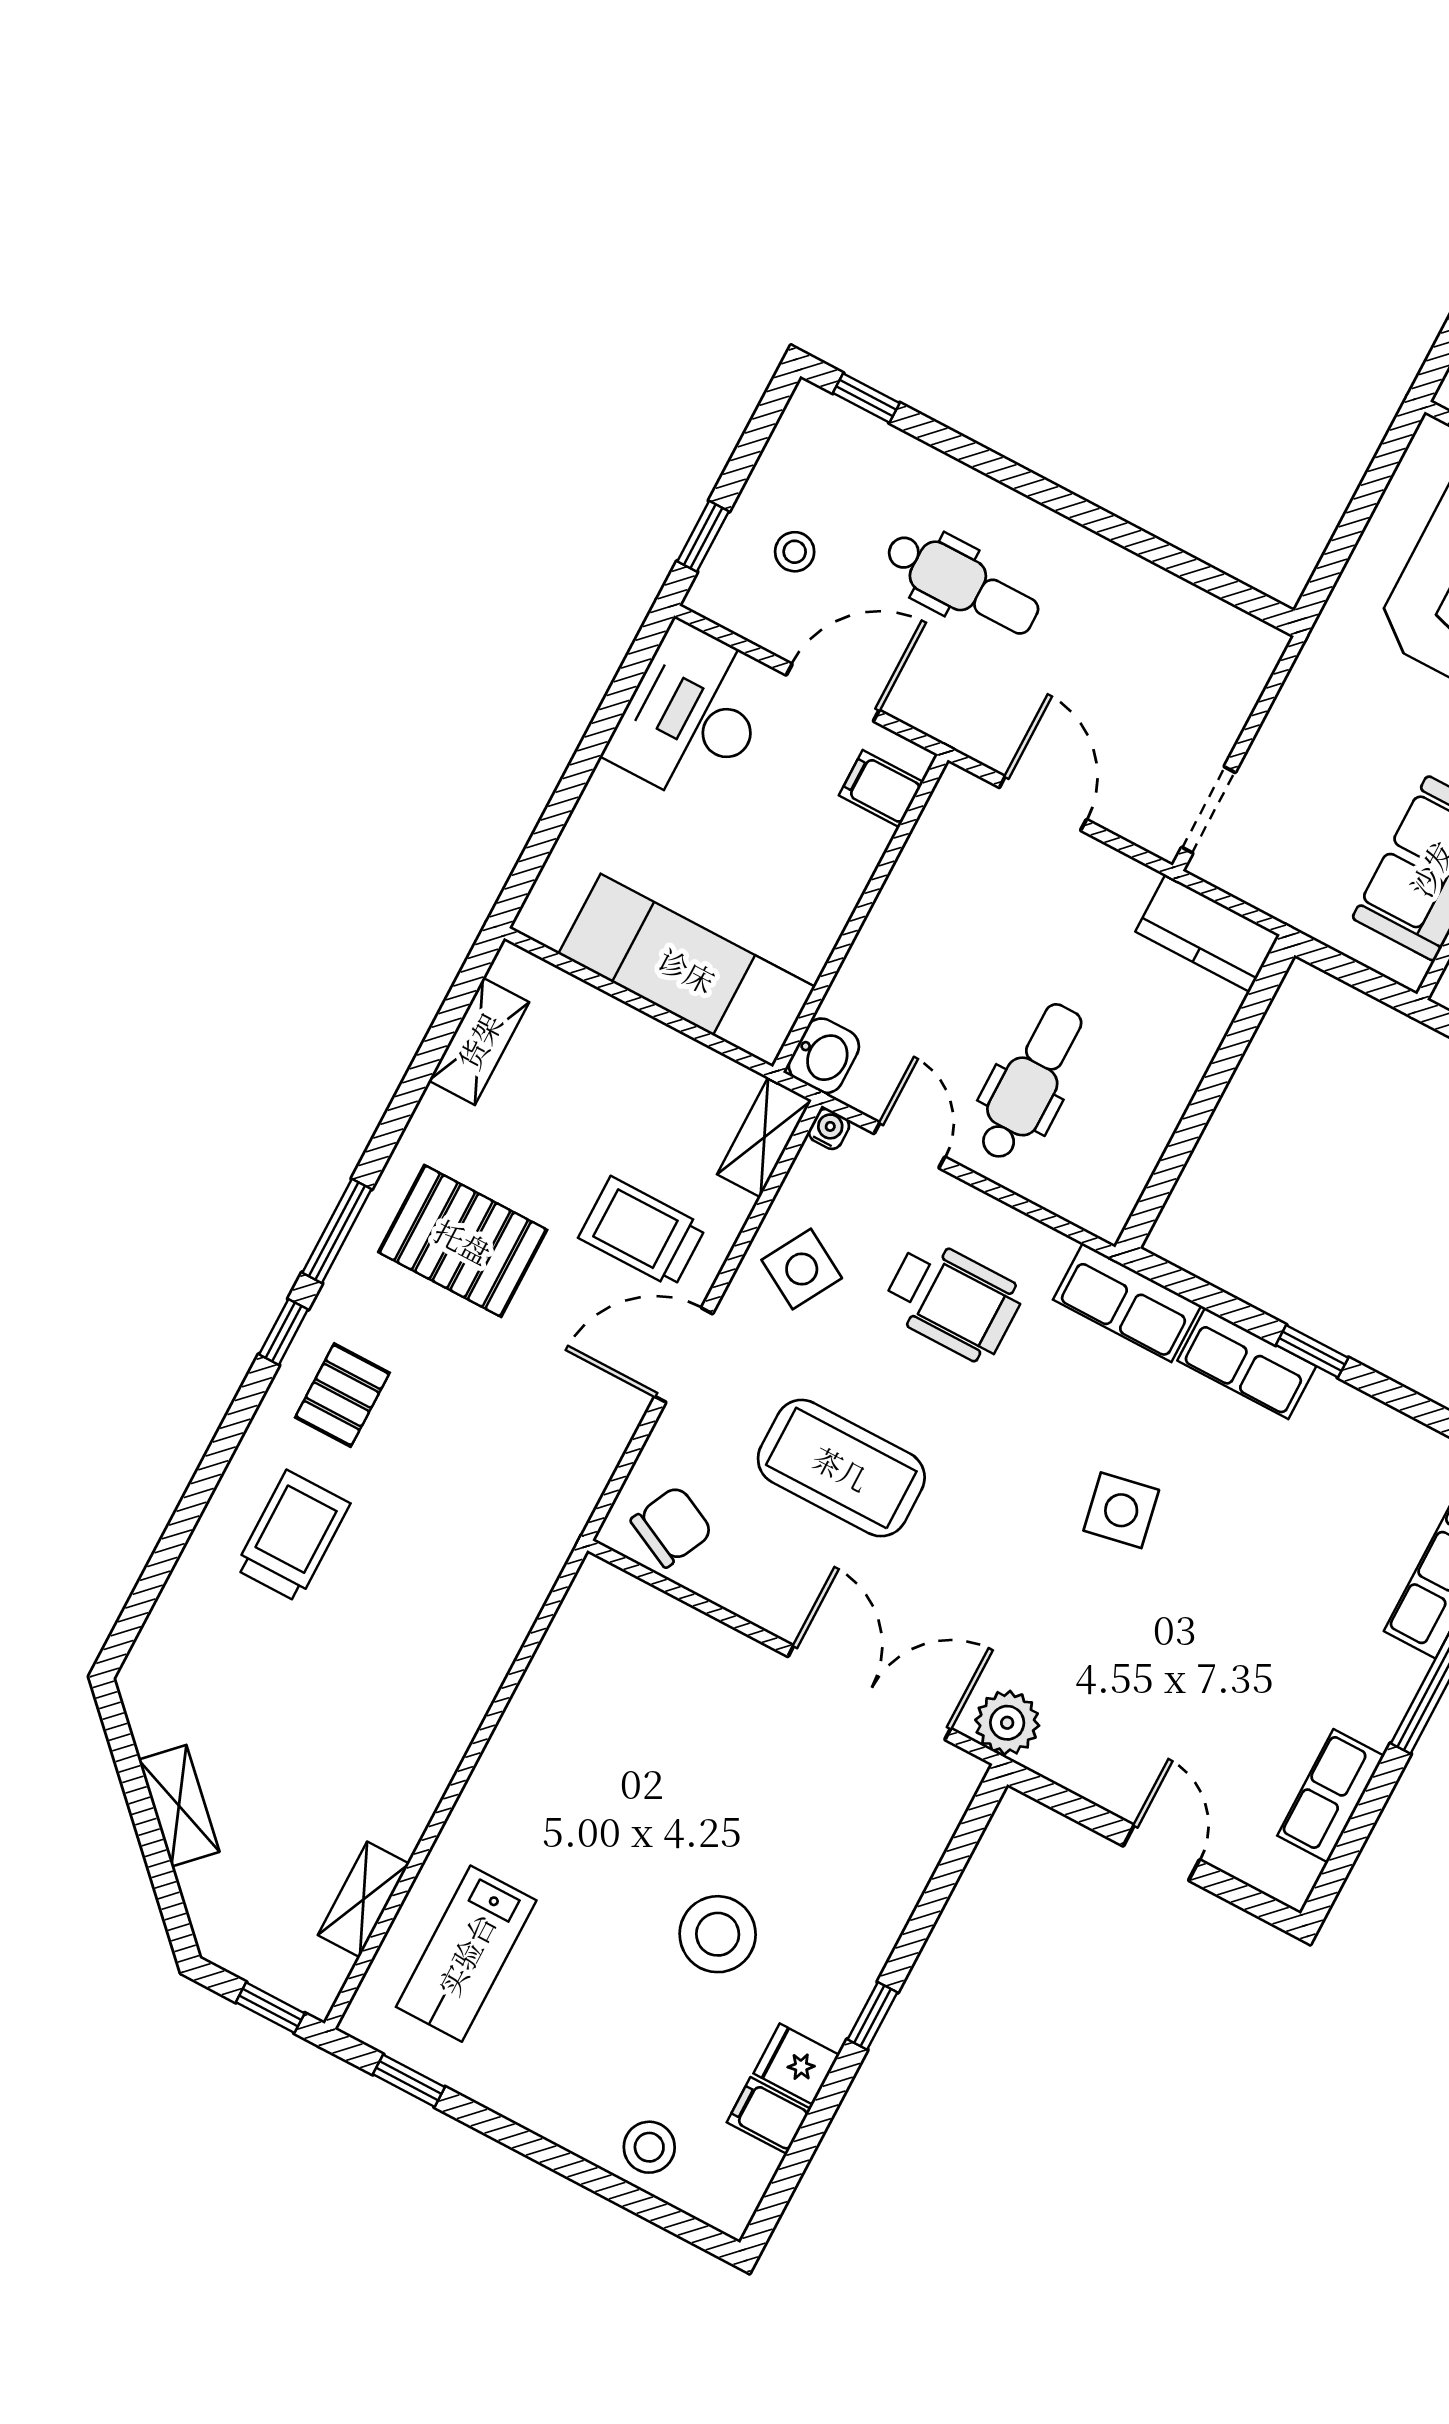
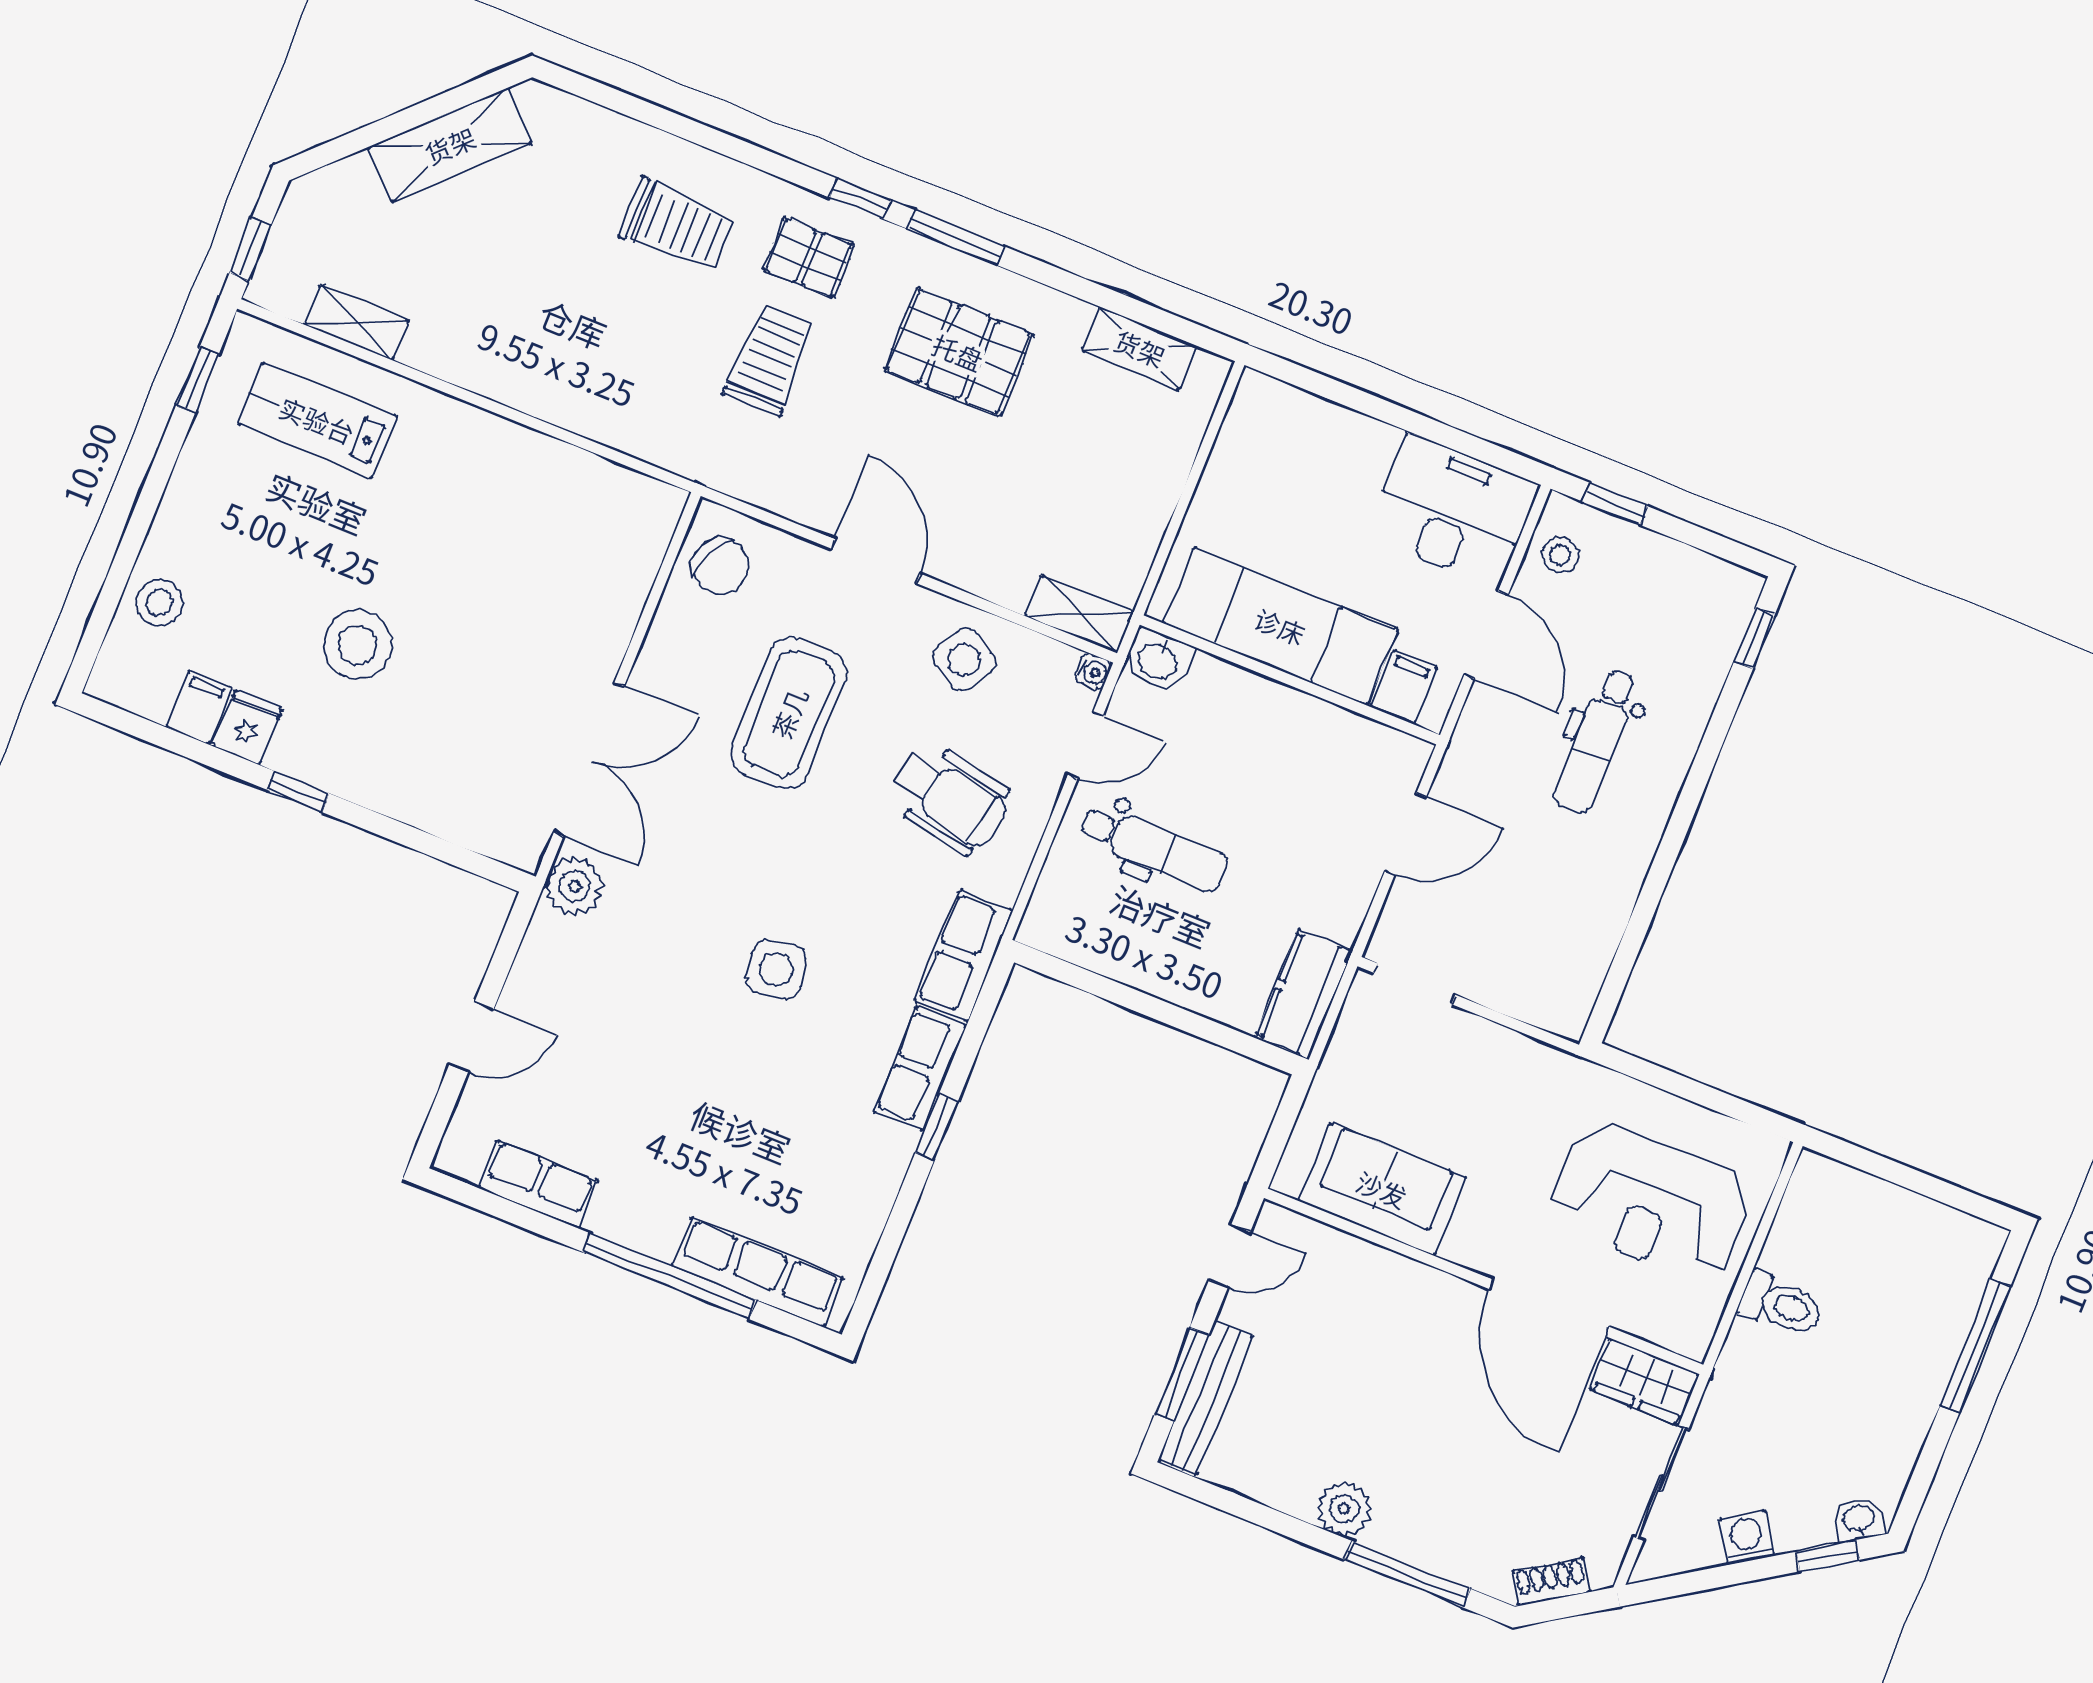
stool: (795, 552) -> (1560, 555), moved
exam couch: (687, 970) -> (1280, 626), moved, turned -90
trolley: (642, 1232) -> (770, 360), moved
pallet: (463, 1241) -> (958, 352), turned 90
wheelchair: (953, 1300) -> (950, 798), turned -79
shelving: (179, 1806) -> (450, 145), width x1.50, depth x1.33

